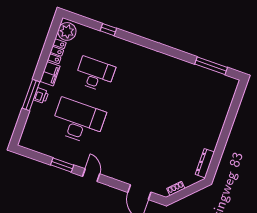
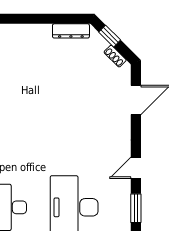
window: (191, 190) -> (110, 36), added

